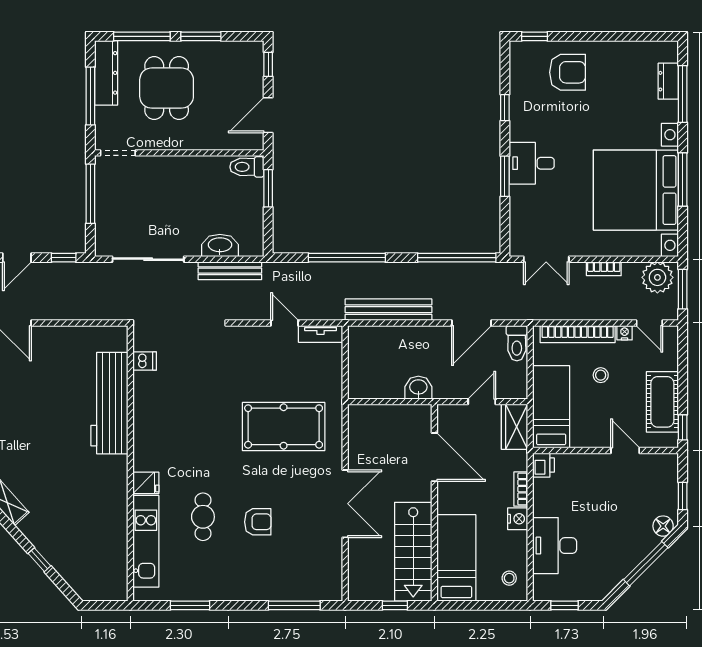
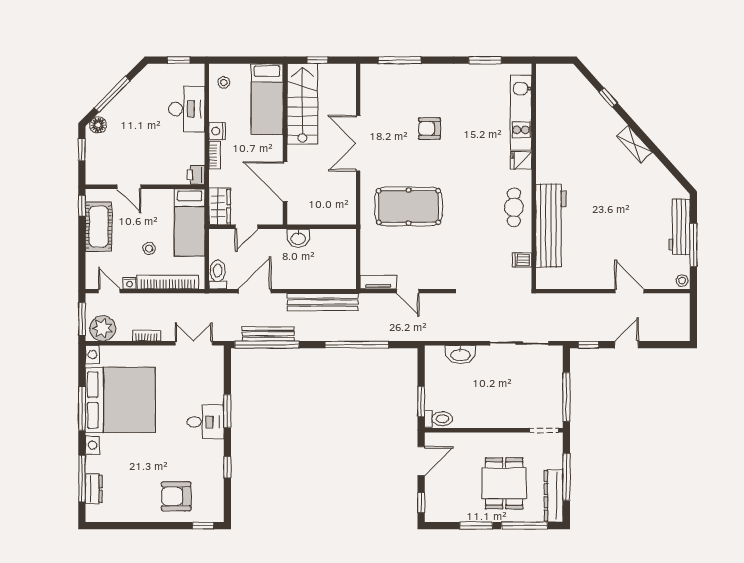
bench: (230, 271) -> (268, 334), moved
cafe table: (203, 517) -> (514, 207), moved

